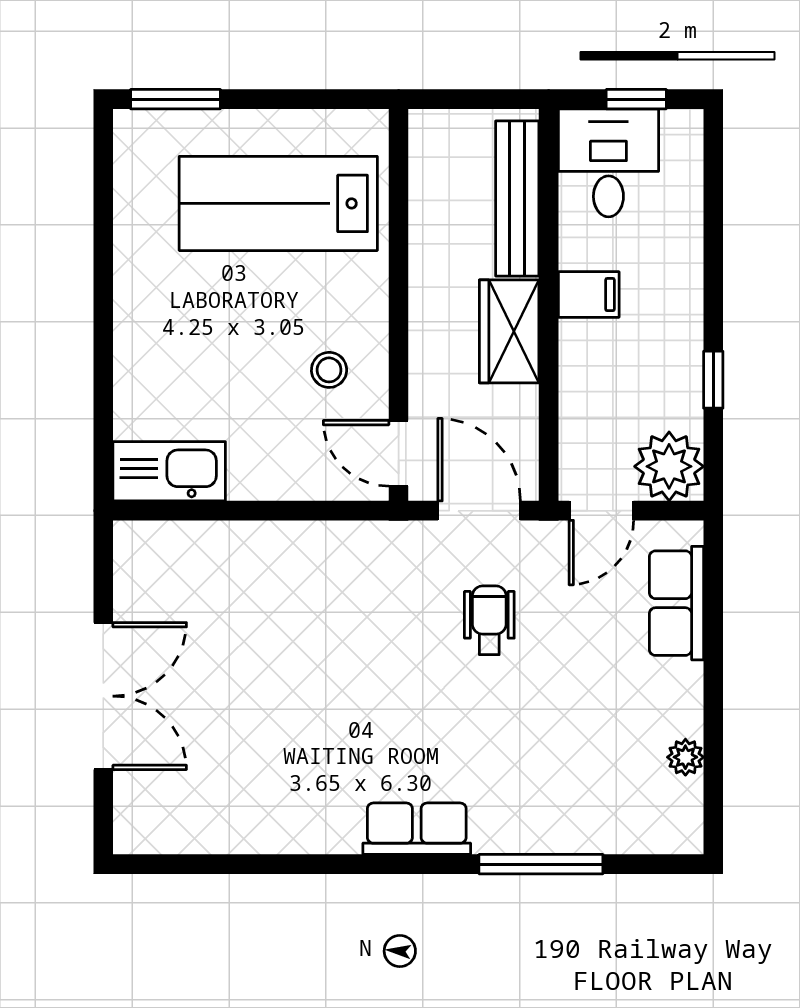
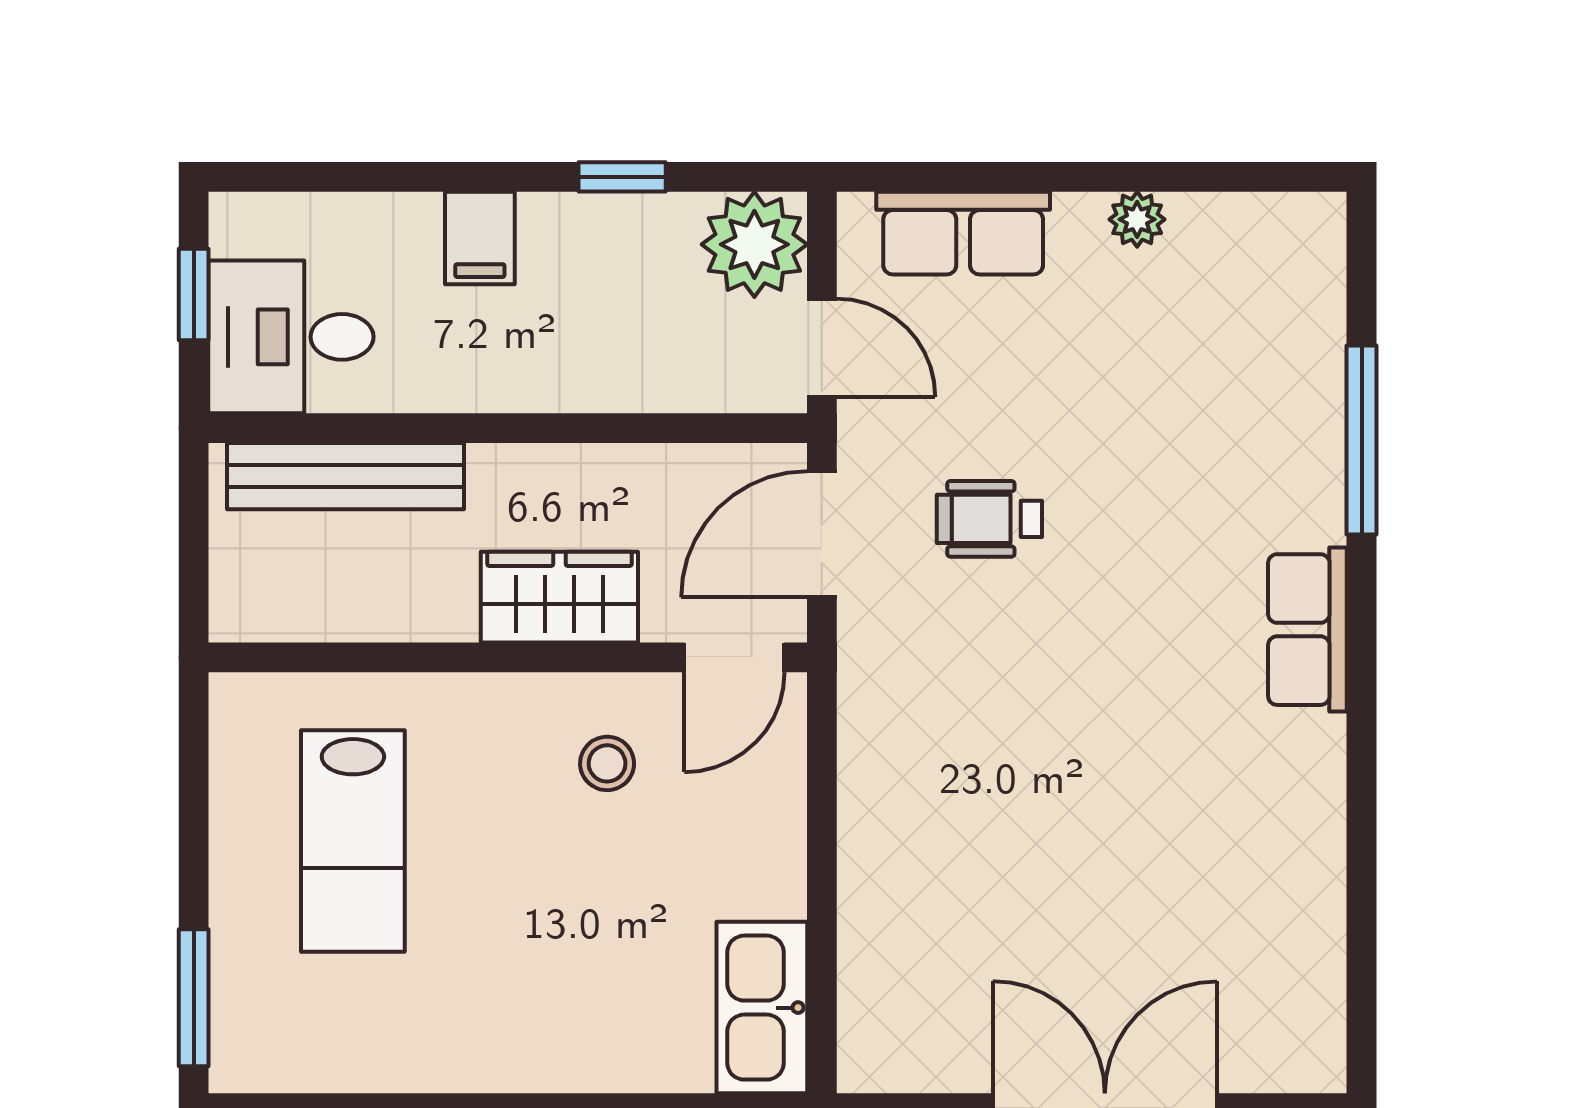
lab bench: (278, 203) -> (353, 841), width x0.73, depth x0.72
filing cabinet: (589, 295) -> (480, 238), moved, turned 180
wardrobe: (509, 331) -> (559, 597), moved, turned 180
plant: (685, 757) -> (1137, 219), moved

